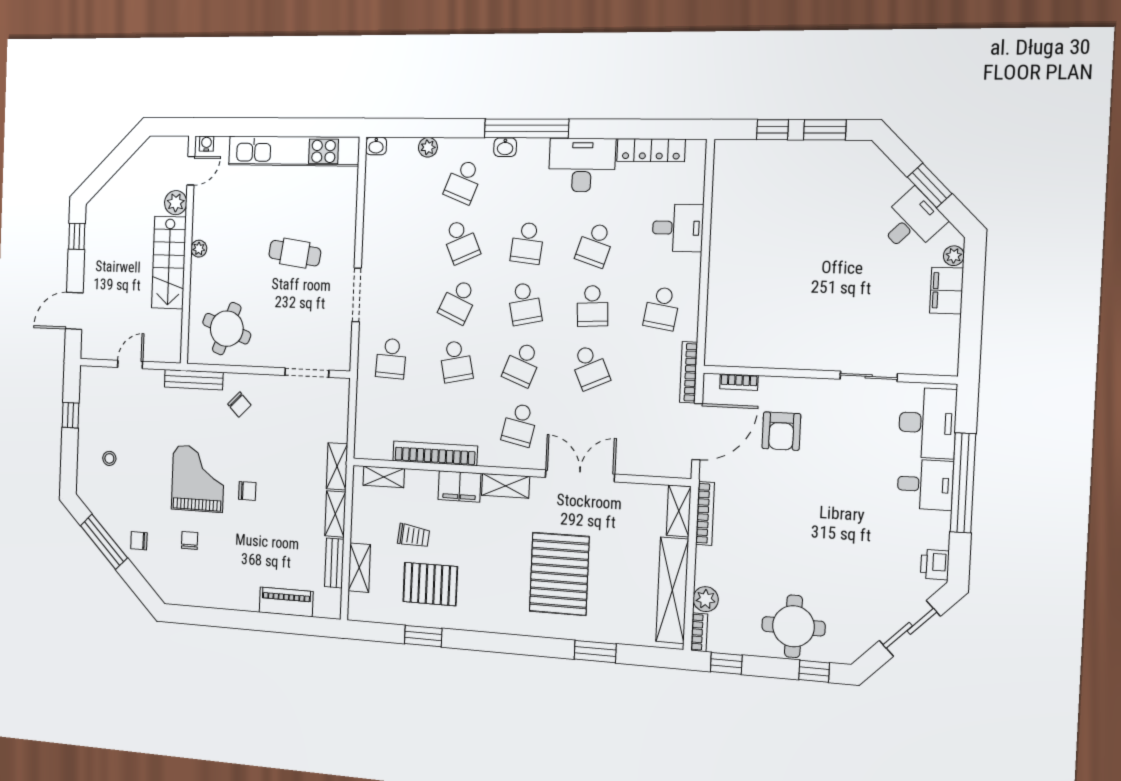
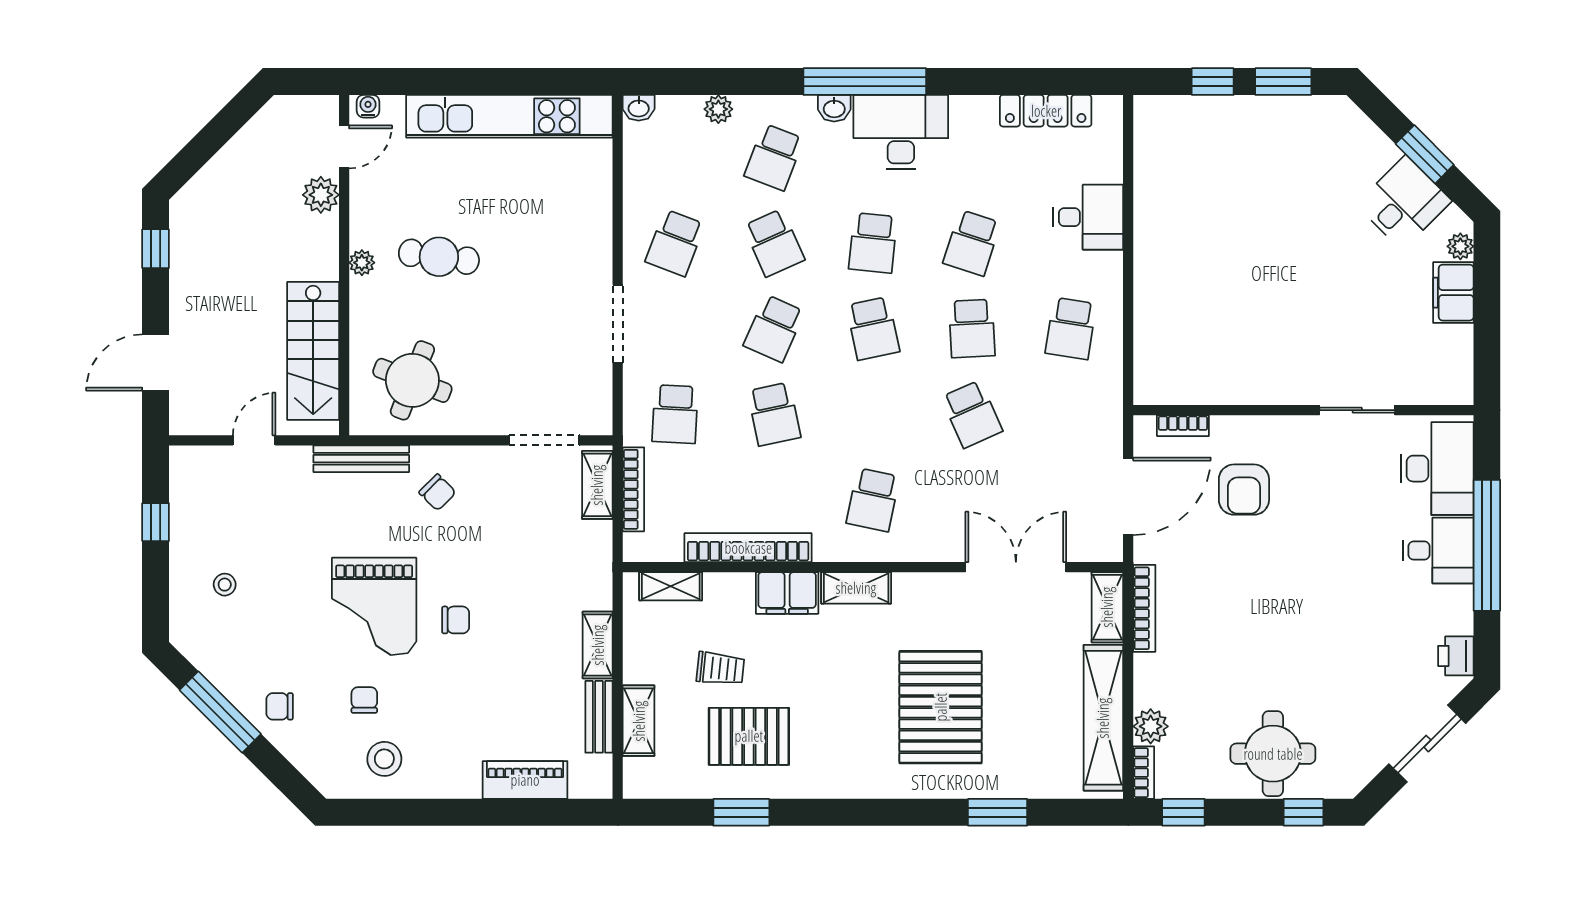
desk: (582, 165) -> (901, 132), moved
cafe table: (295, 253) -> (439, 257), moved
stairs: (169, 263) -> (313, 351), moved
school desk: (522, 364) -> (675, 243), moved
bookcase: (689, 372) -> (633, 489), moved, turned 180
shelving: (337, 466) -> (597, 485), moved
double door: (580, 476) -> (1016, 567), moved
grand piano: (198, 479) -> (374, 606), turned 180
stool: (200, 580) -> (384, 759), added

